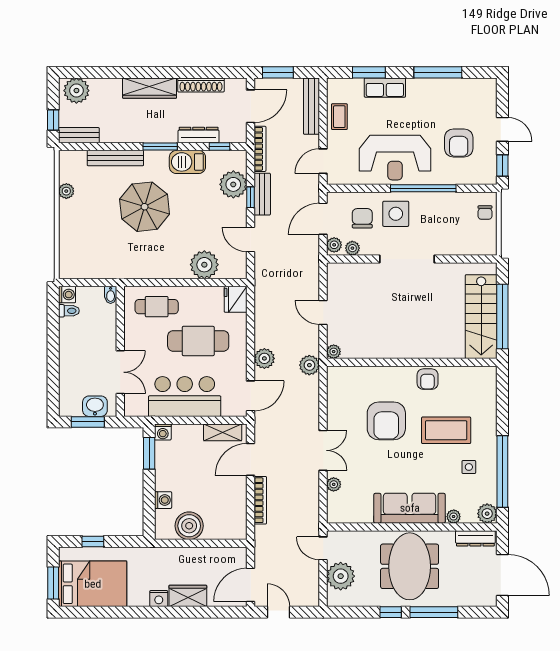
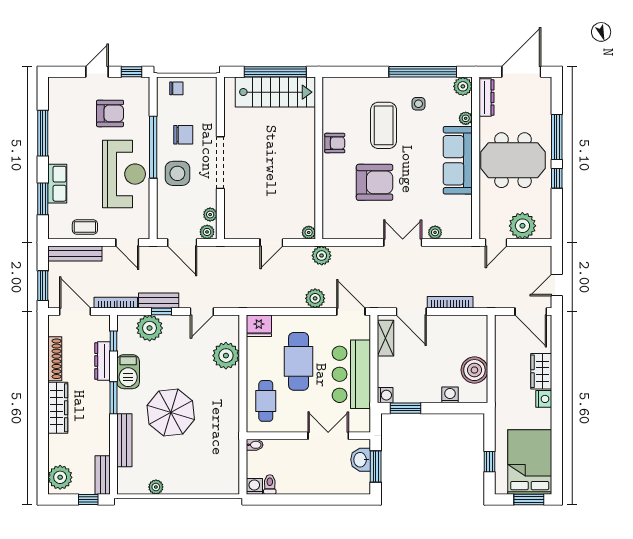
chair: (362, 218) -> (183, 135), moved, turned 180

